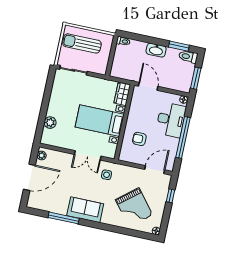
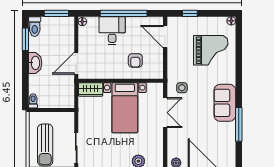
desk: (171, 120) -> (112, 31), width x0.73
grand piano: (134, 207) -> (211, 50), turned 39

